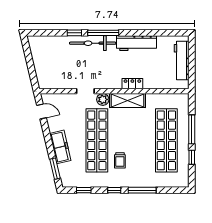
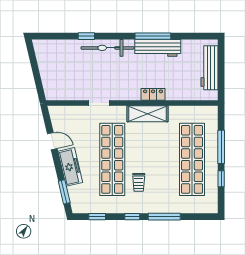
window: (103, 33) -> (153, 36), moved
plant: (103, 99) -> (119, 112), removed
door: (41, 111) -> (52, 141), moved

